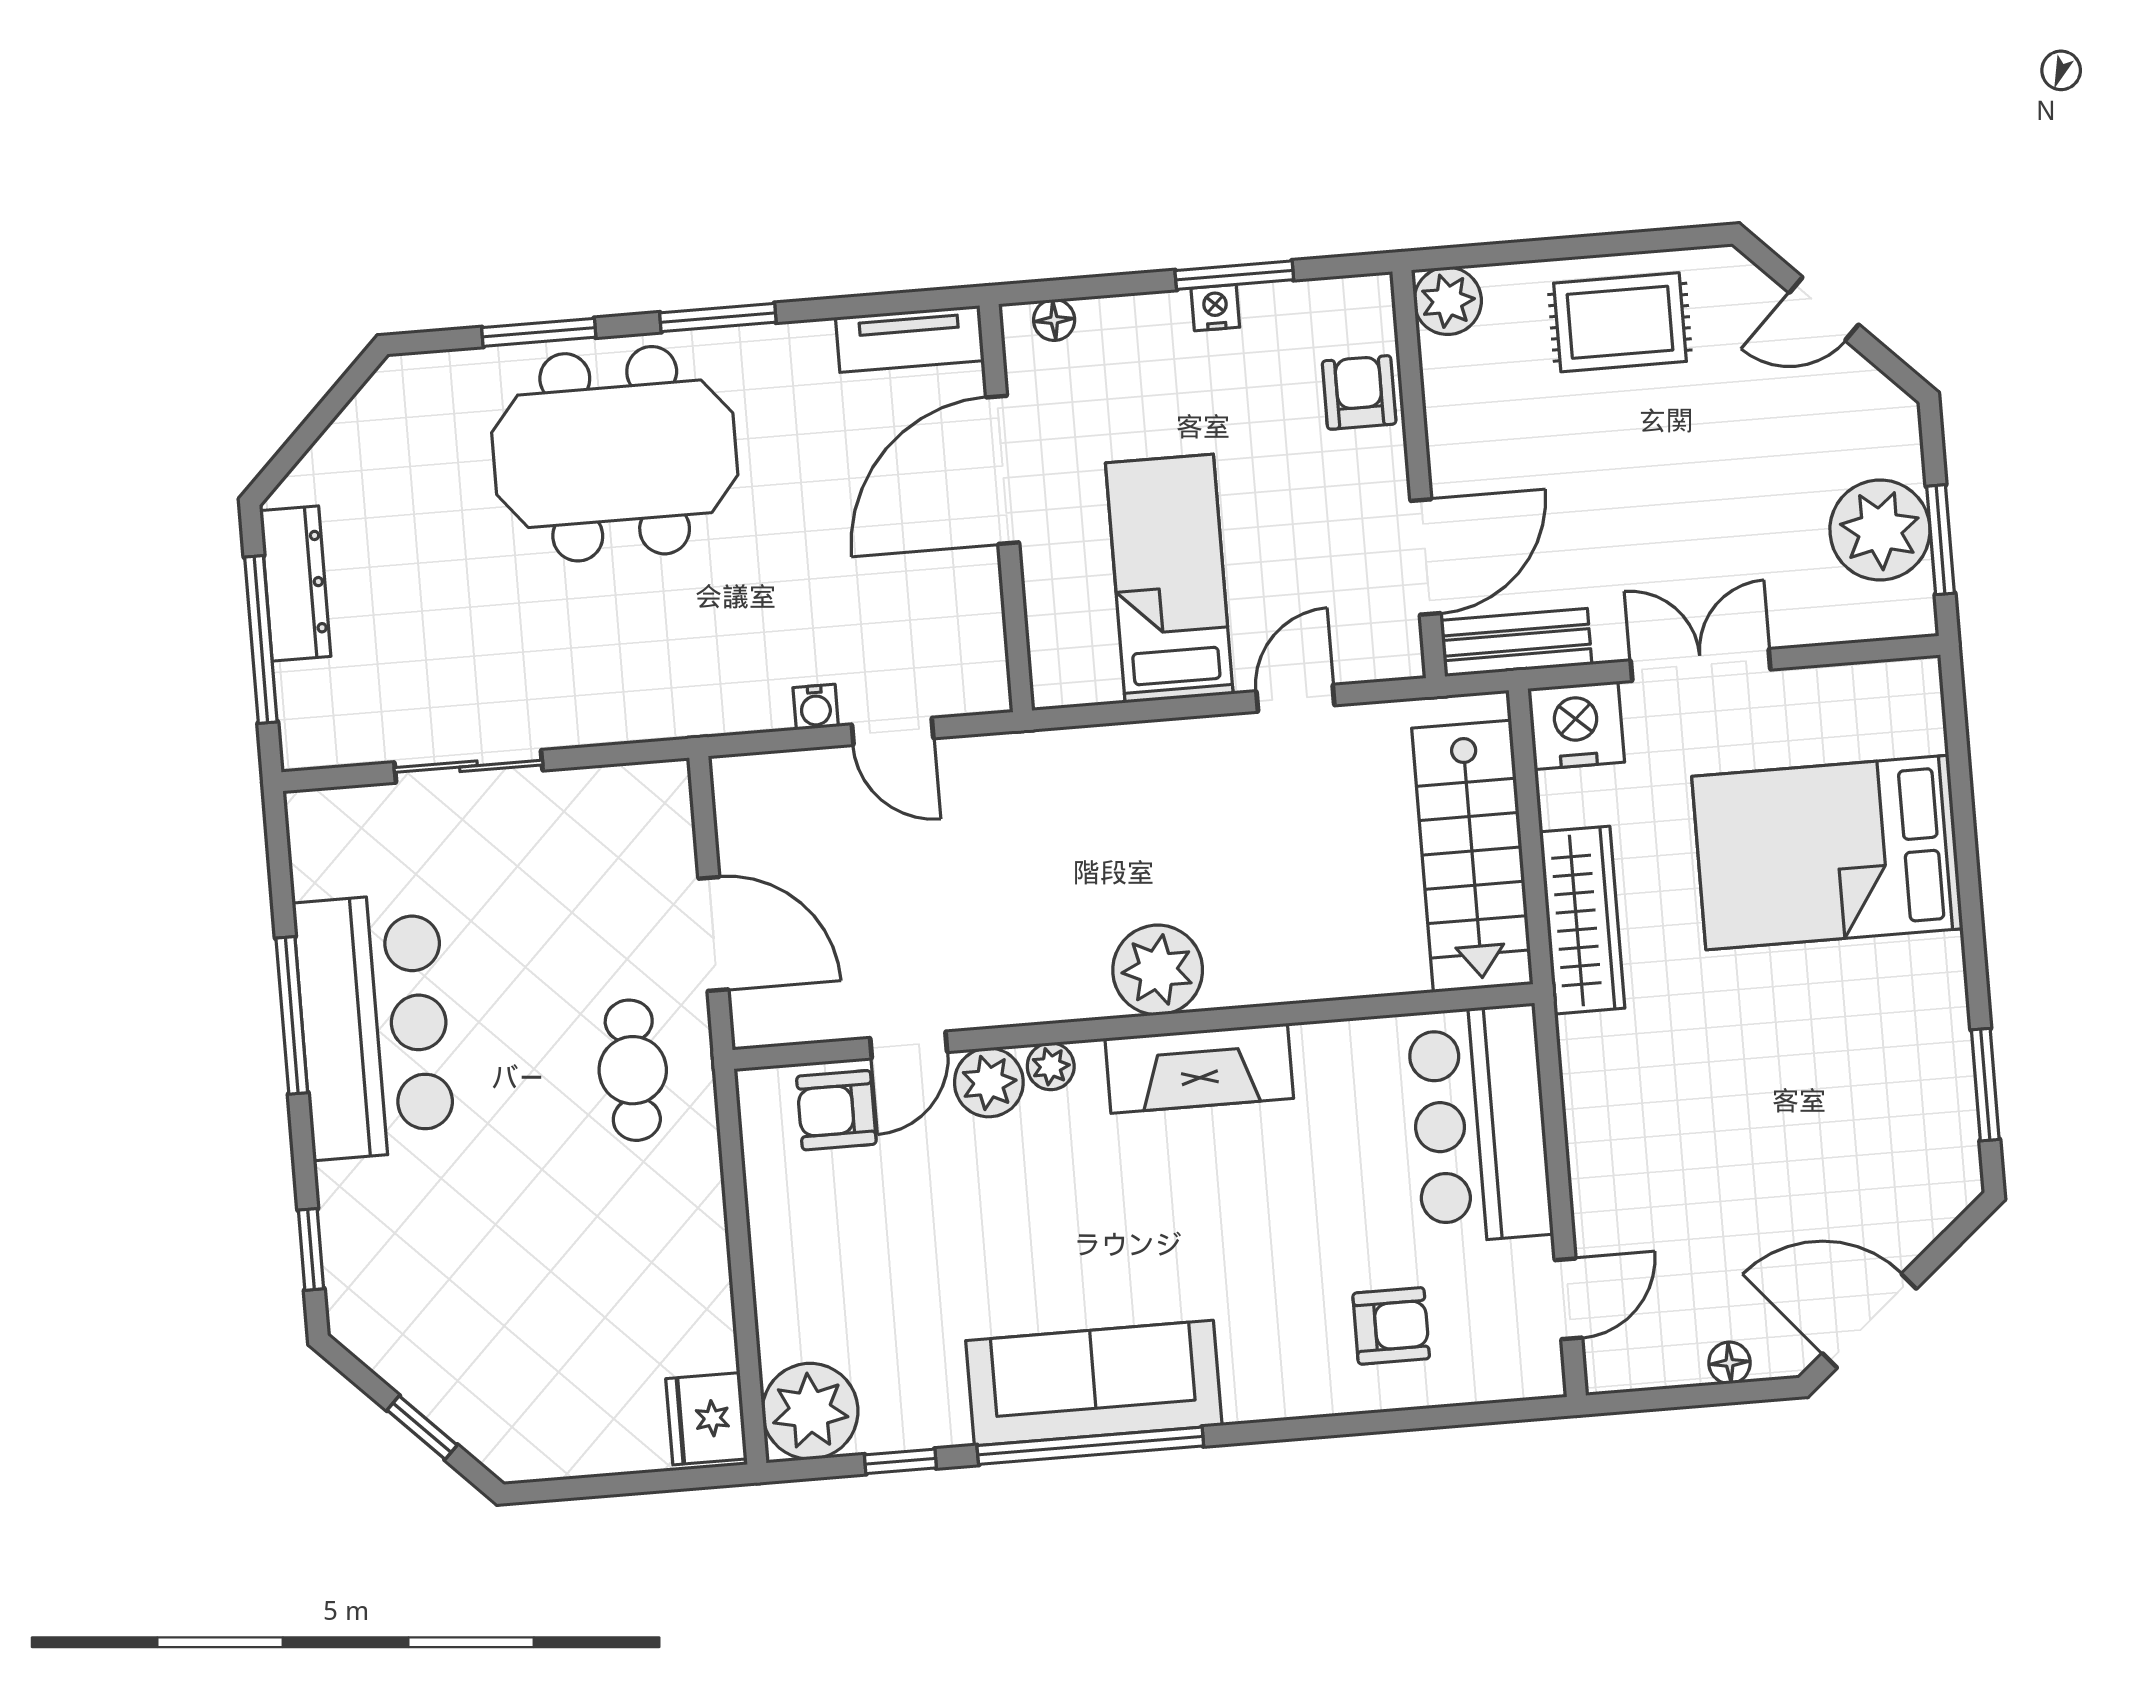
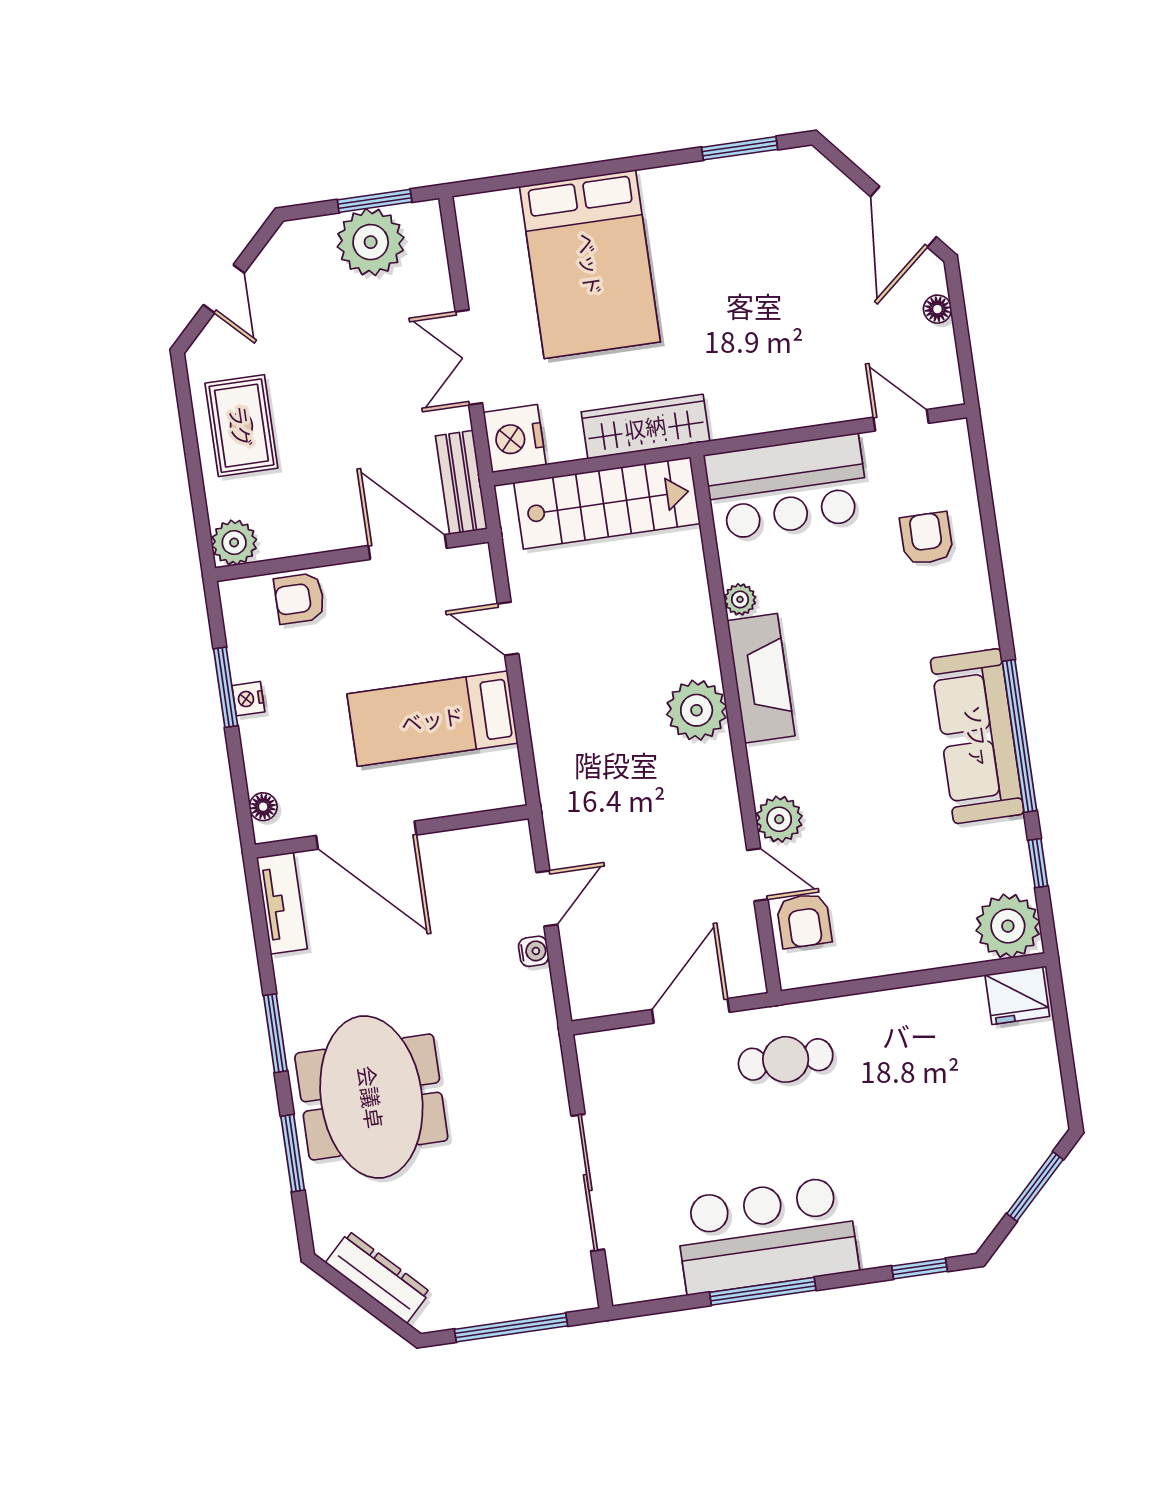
dresser: (295, 583) -> (378, 1277), moved, turned 45
sliding door: (468, 766) -> (588, 1183), width x1.37
plant: (1051, 1066) -> (740, 599), moved
window: (422, 1428) -> (1035, 1187), width x1.50

